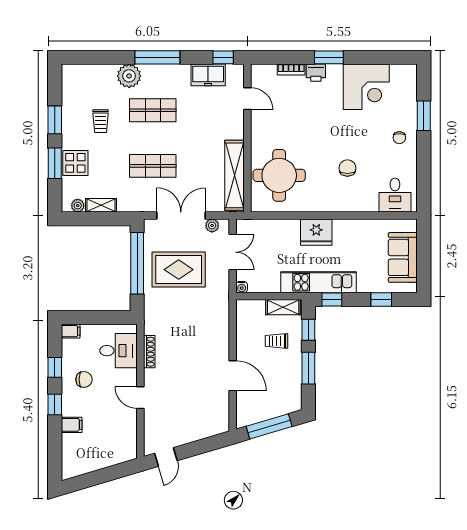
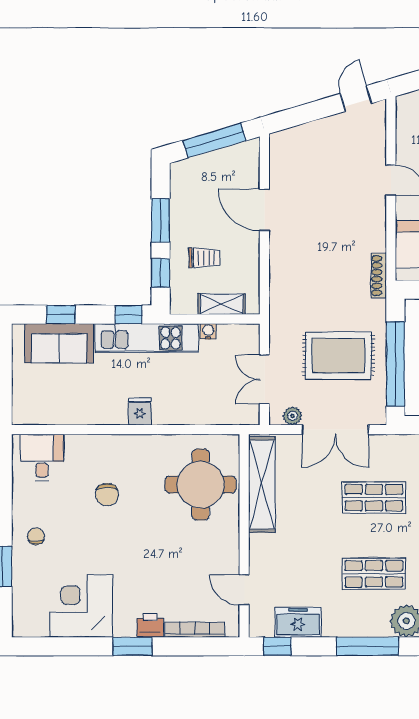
bookcase: (291, 69) -> (195, 630), width x1.56
fridge: (316, 232) -> (140, 411), width x0.53, depth x0.75
sofa: (403, 257) -> (59, 343), moved, turned 90
water cooler: (242, 287) -> (208, 331), moved
shelving: (283, 307) -> (222, 304), moved
shoe rack: (149, 352) -> (379, 276), moved

